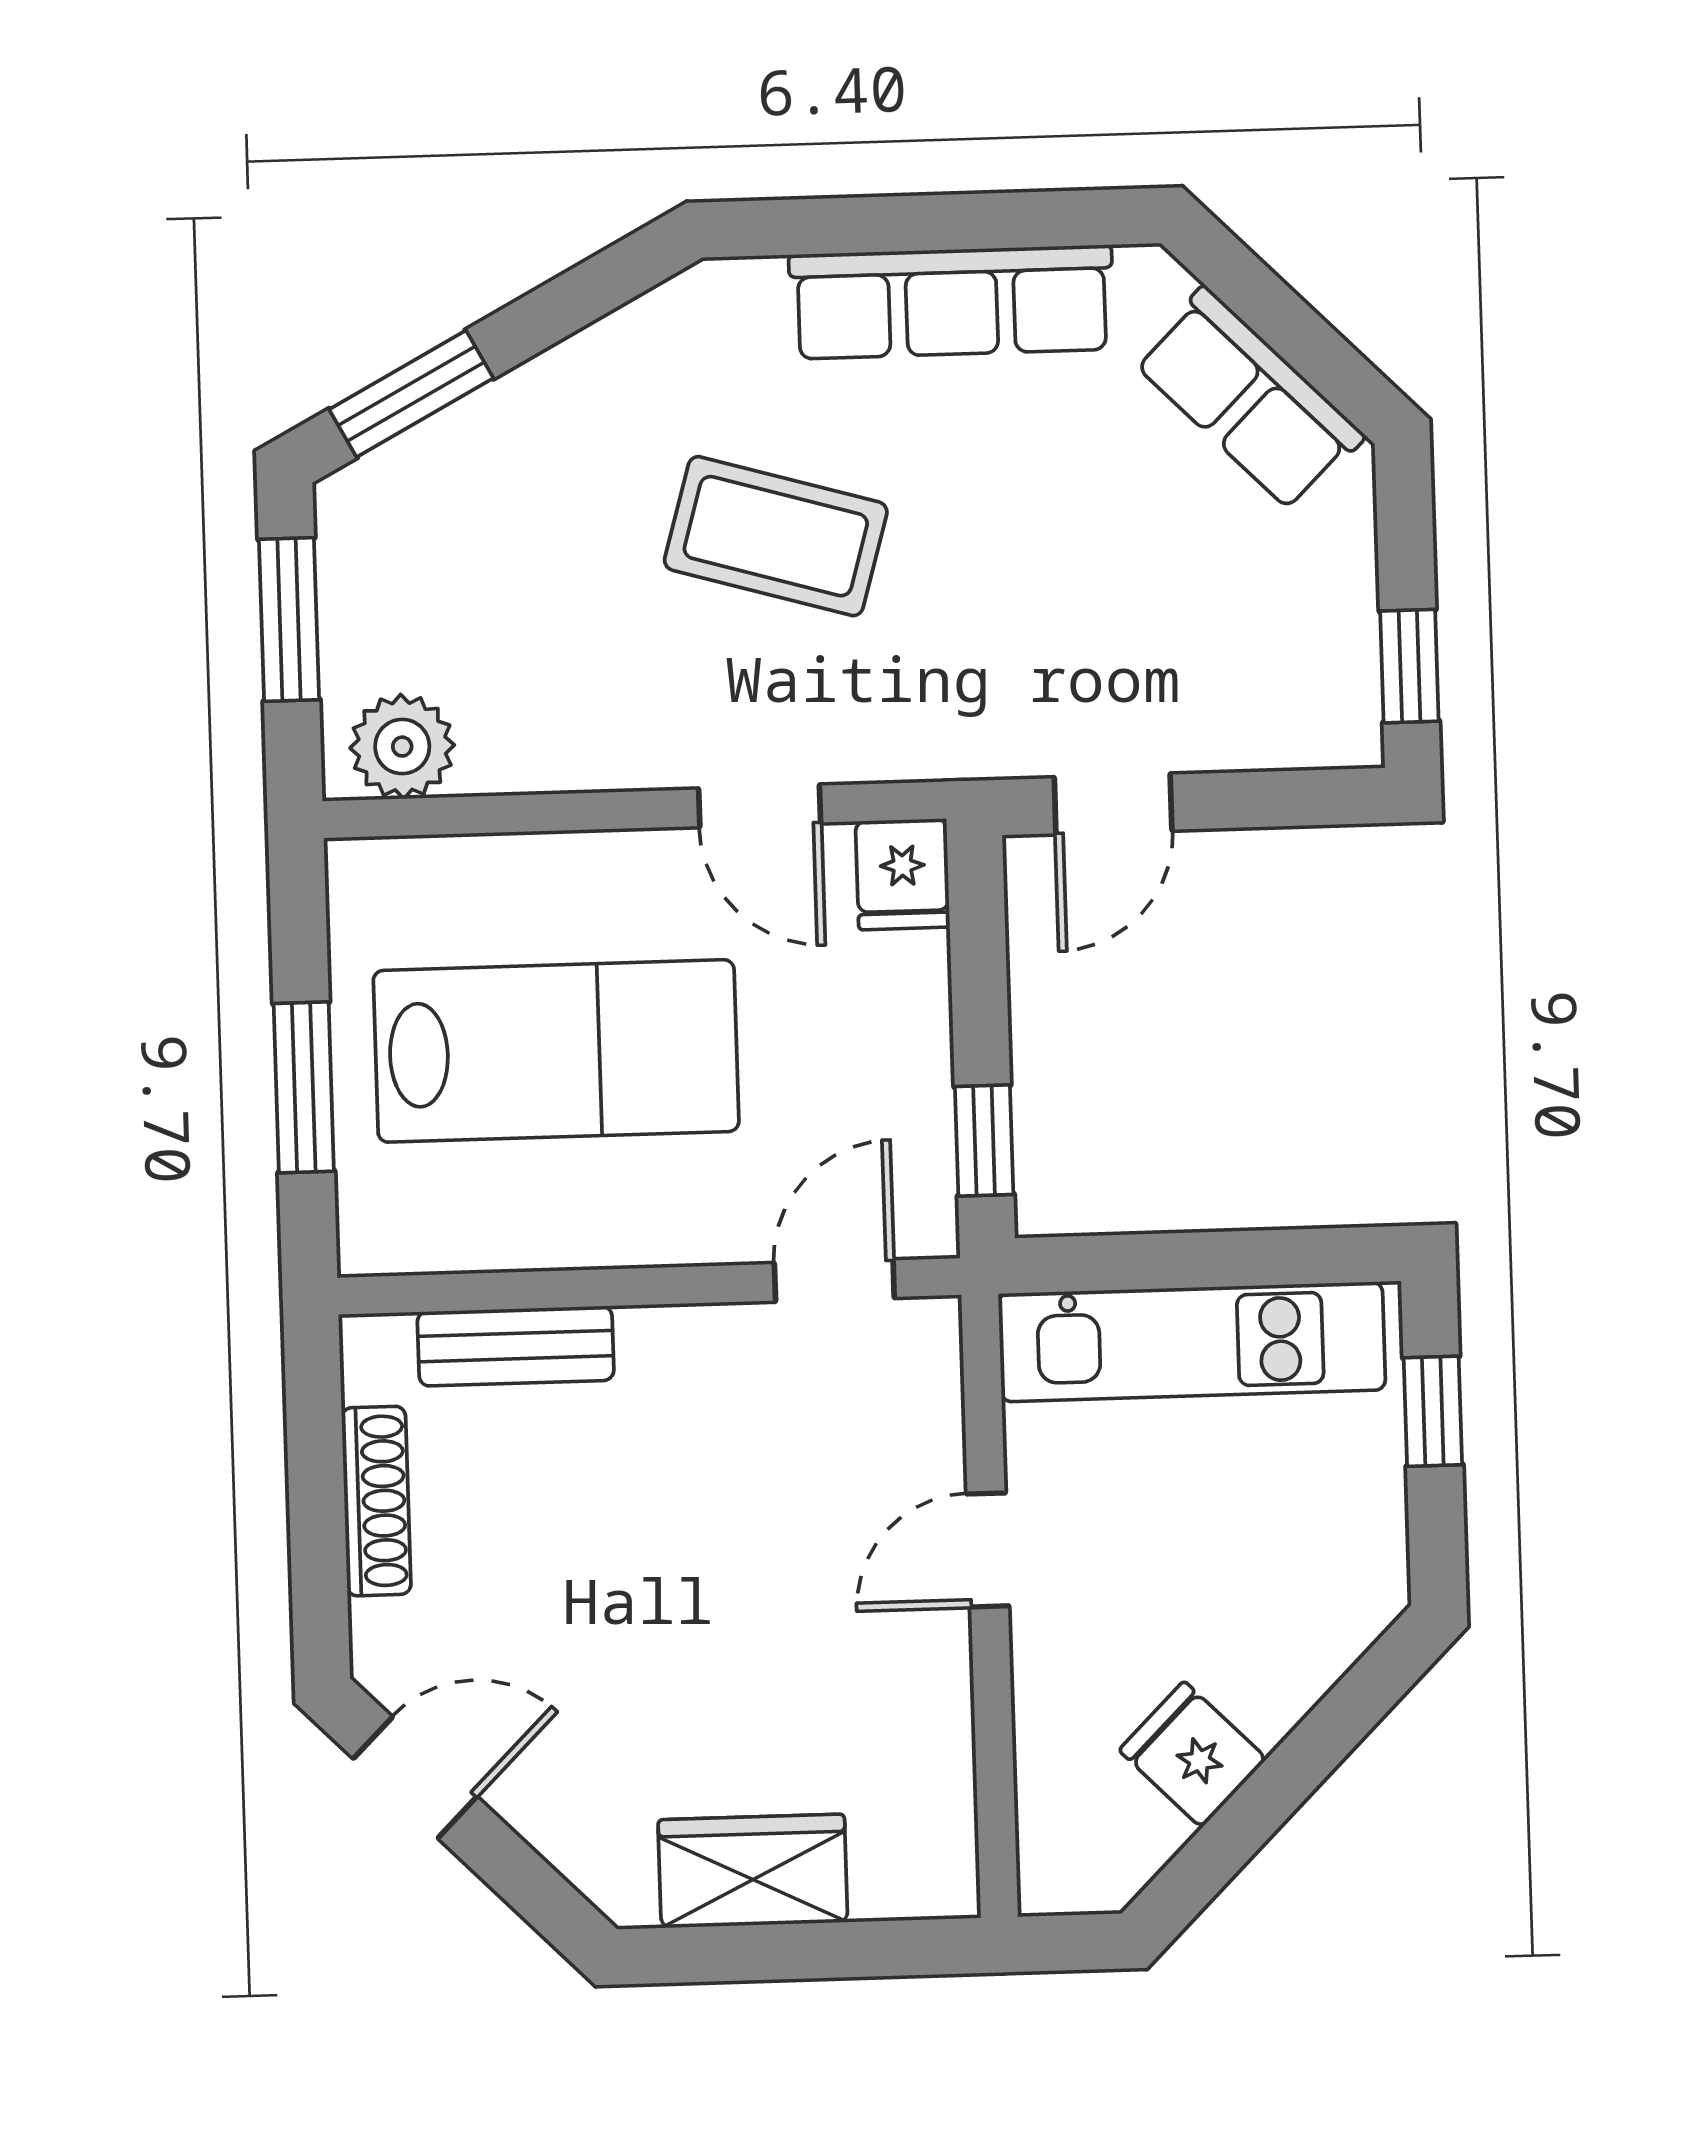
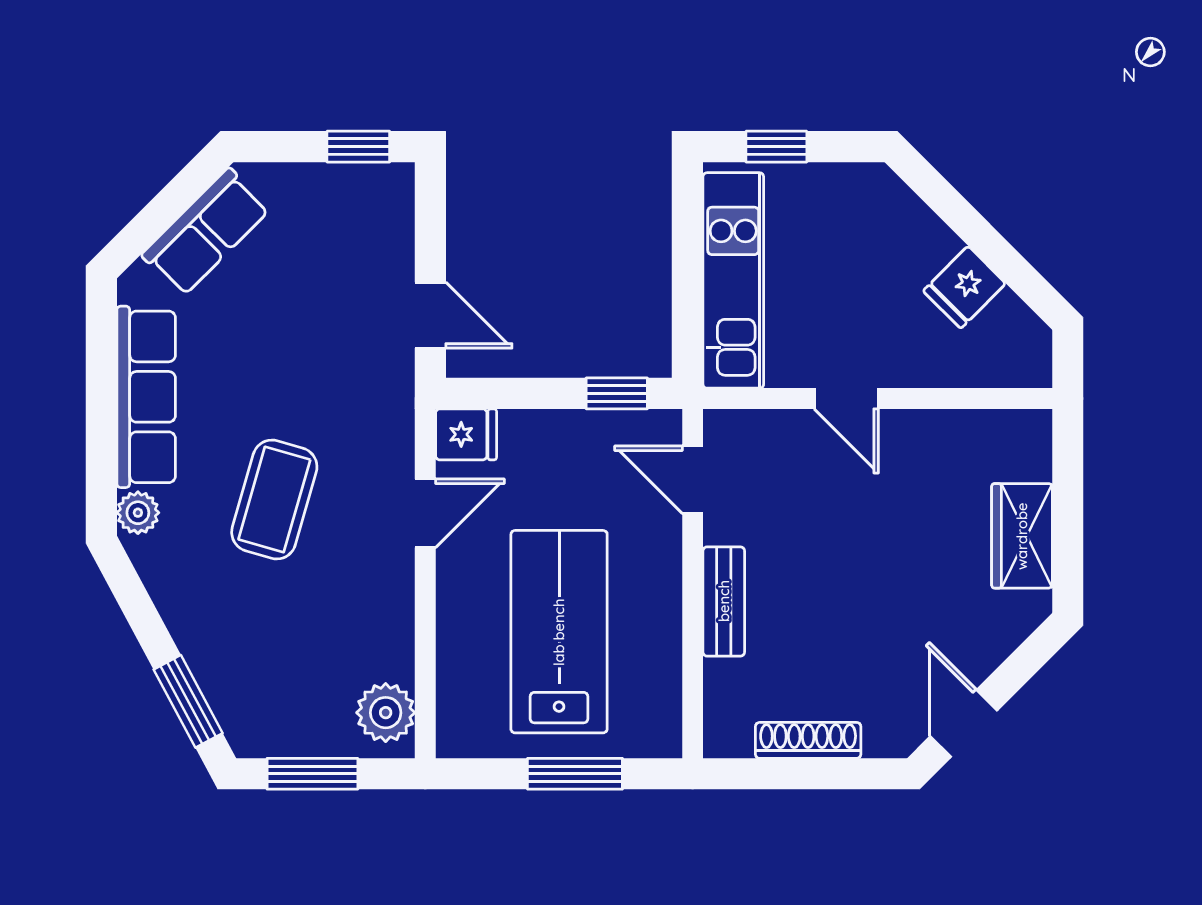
plant: (745, 294) -> (138, 513), added
bench: (516, 1346) -> (724, 601), moved

